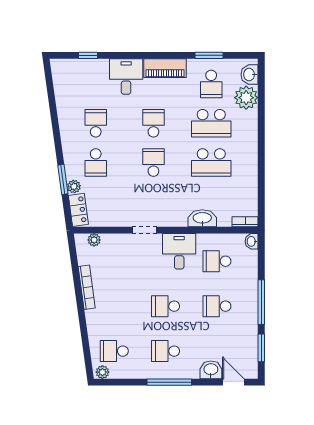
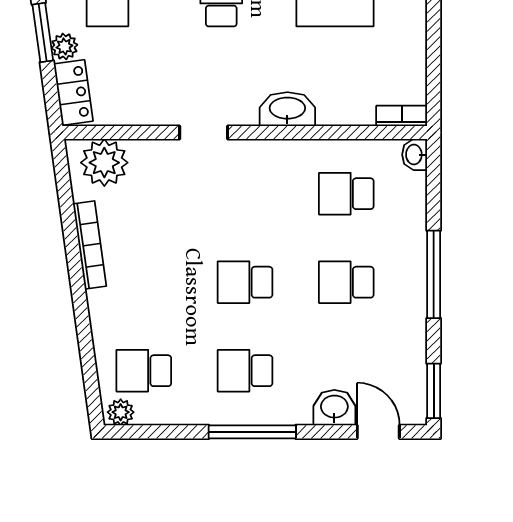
washbasin: (202, 218) -> (287, 109), moved
plant: (94, 240) -> (104, 163), width x1.87, depth x1.87
desk: (179, 251) -> (272, 174), removed
window: (261, 348) -> (434, 391), moved

